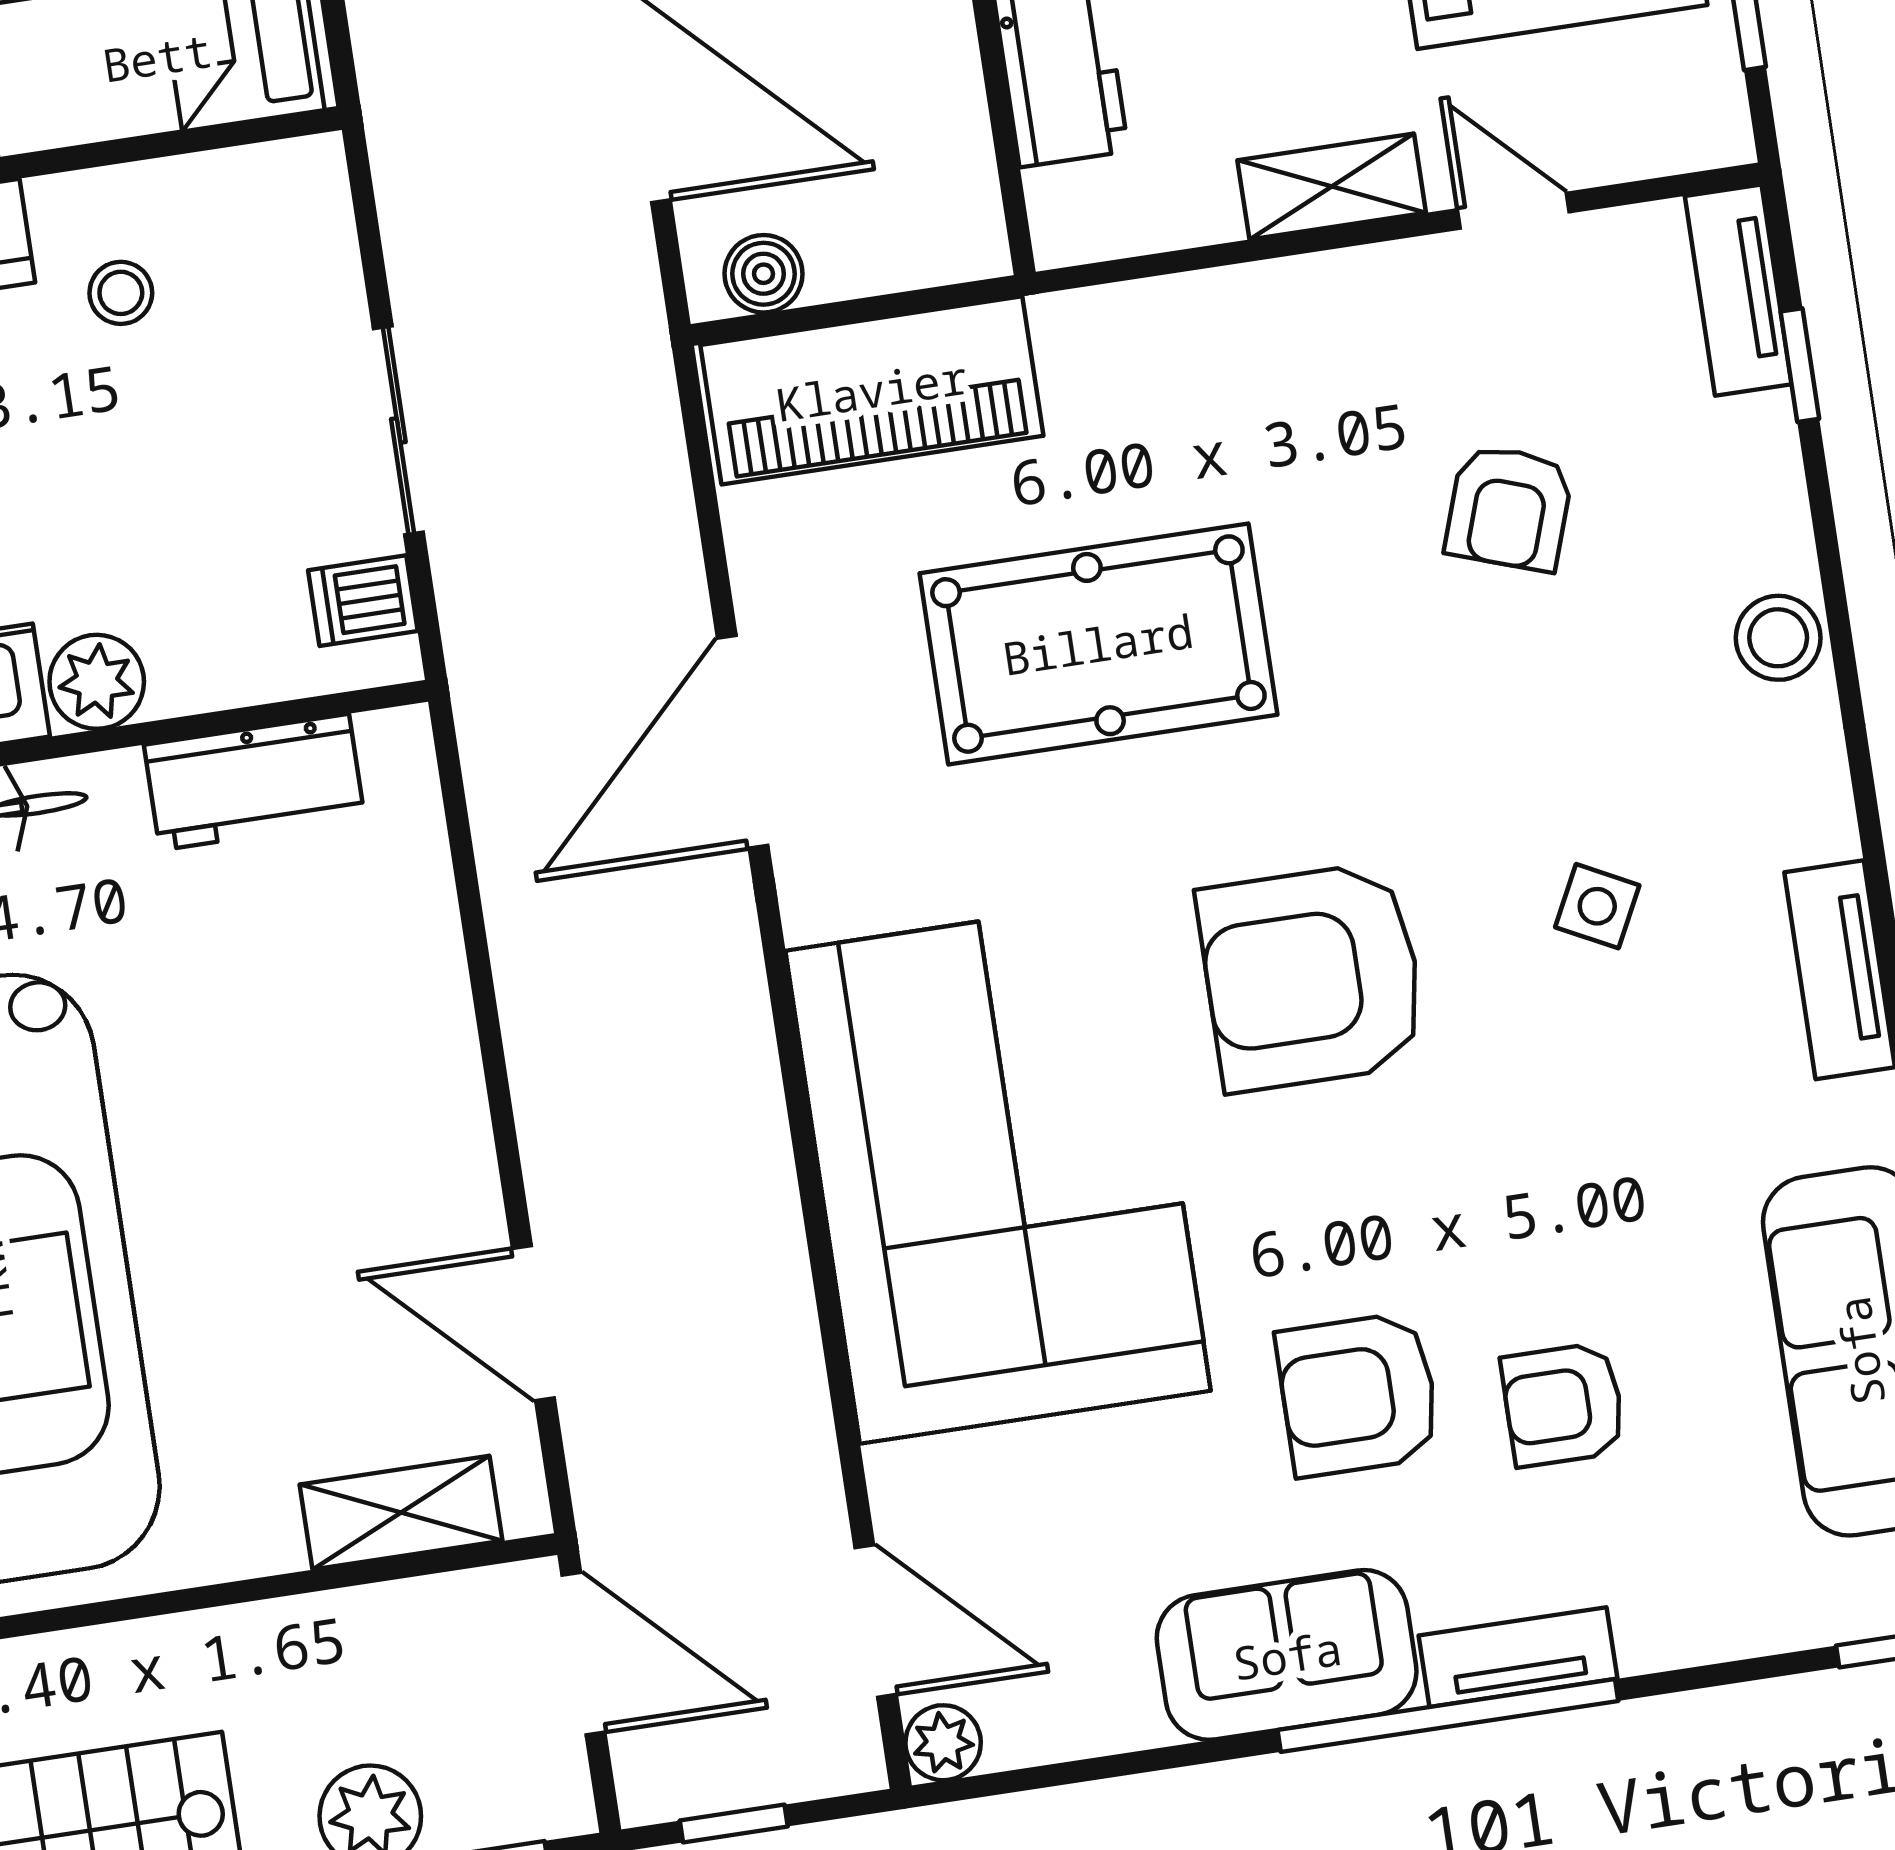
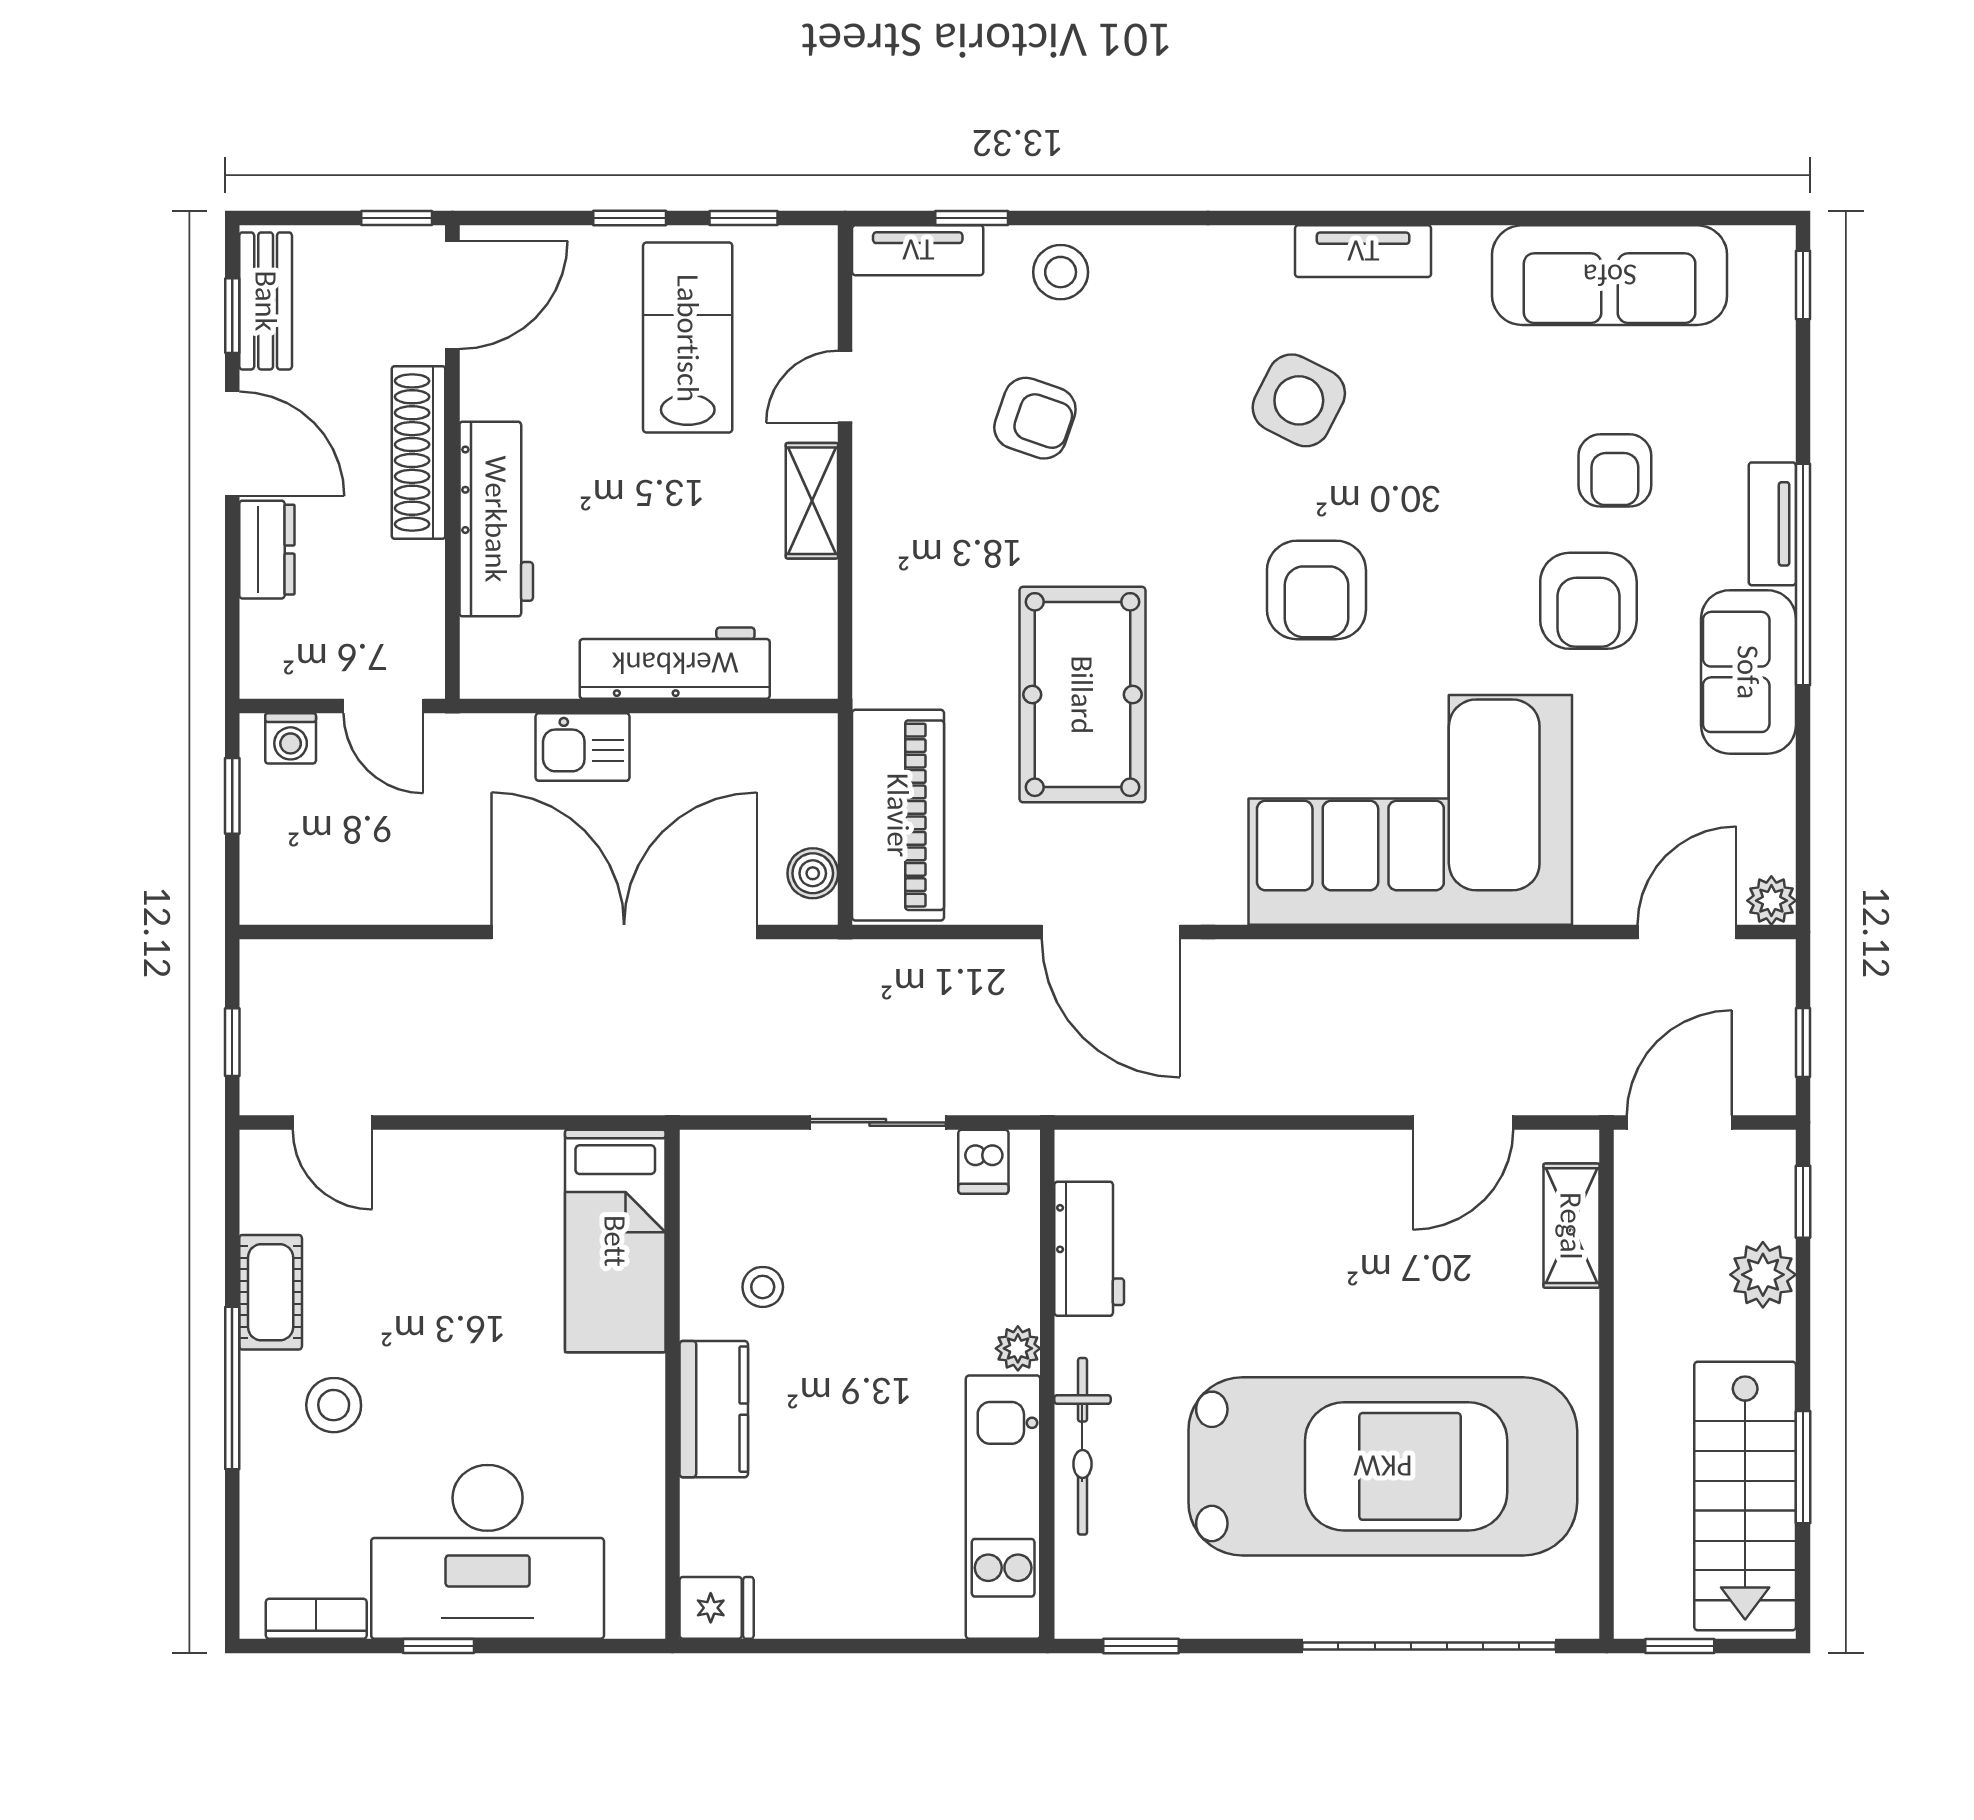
stool: (1778, 638) -> (1061, 272), moved
plant: (97, 682) -> (1018, 1348), width x0.73, depth x0.73
side table: (1597, 906) -> (1299, 400), width x1.87, depth x1.87
armchair: (1312, 977) -> (1316, 590), width x0.73, depth x0.73

